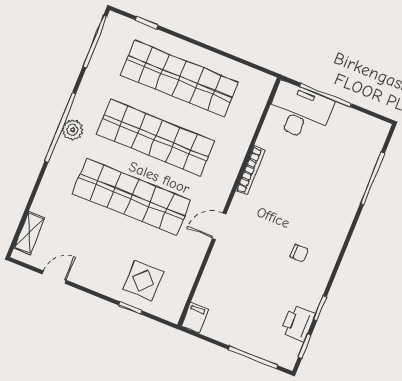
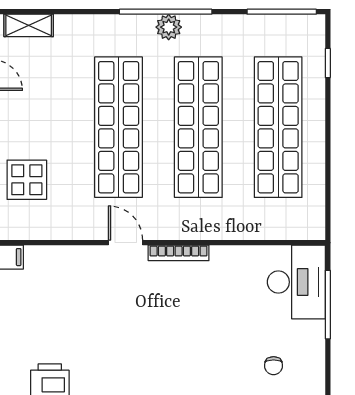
bookcase: (251, 170) -> (179, 253), moved
chair: (299, 253) -> (274, 366), moved

